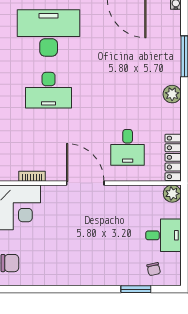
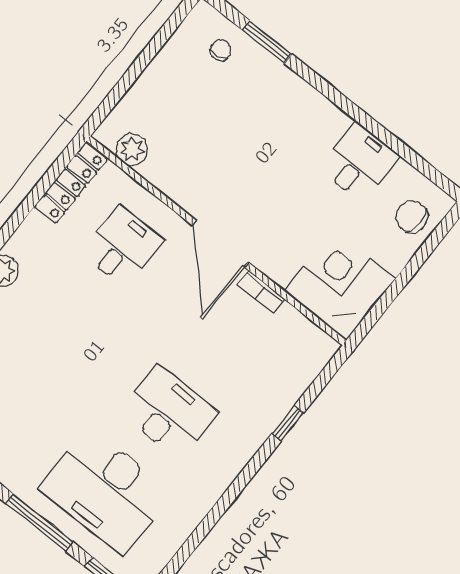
bookcase: (32, 176) -> (261, 292), moved
plant: (172, 194) -> (132, 150), moved
desk: (163, 235) -> (359, 162), moved, turned 90

